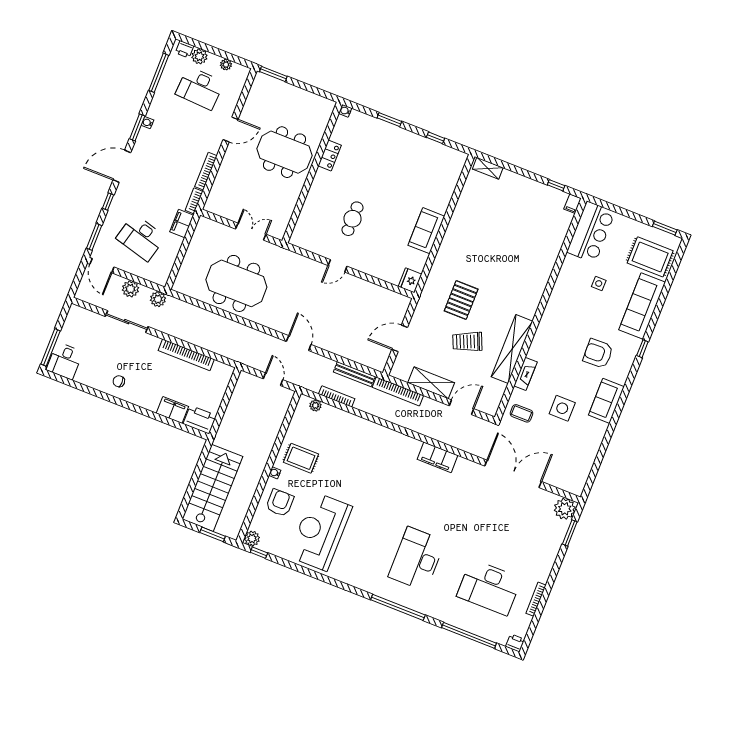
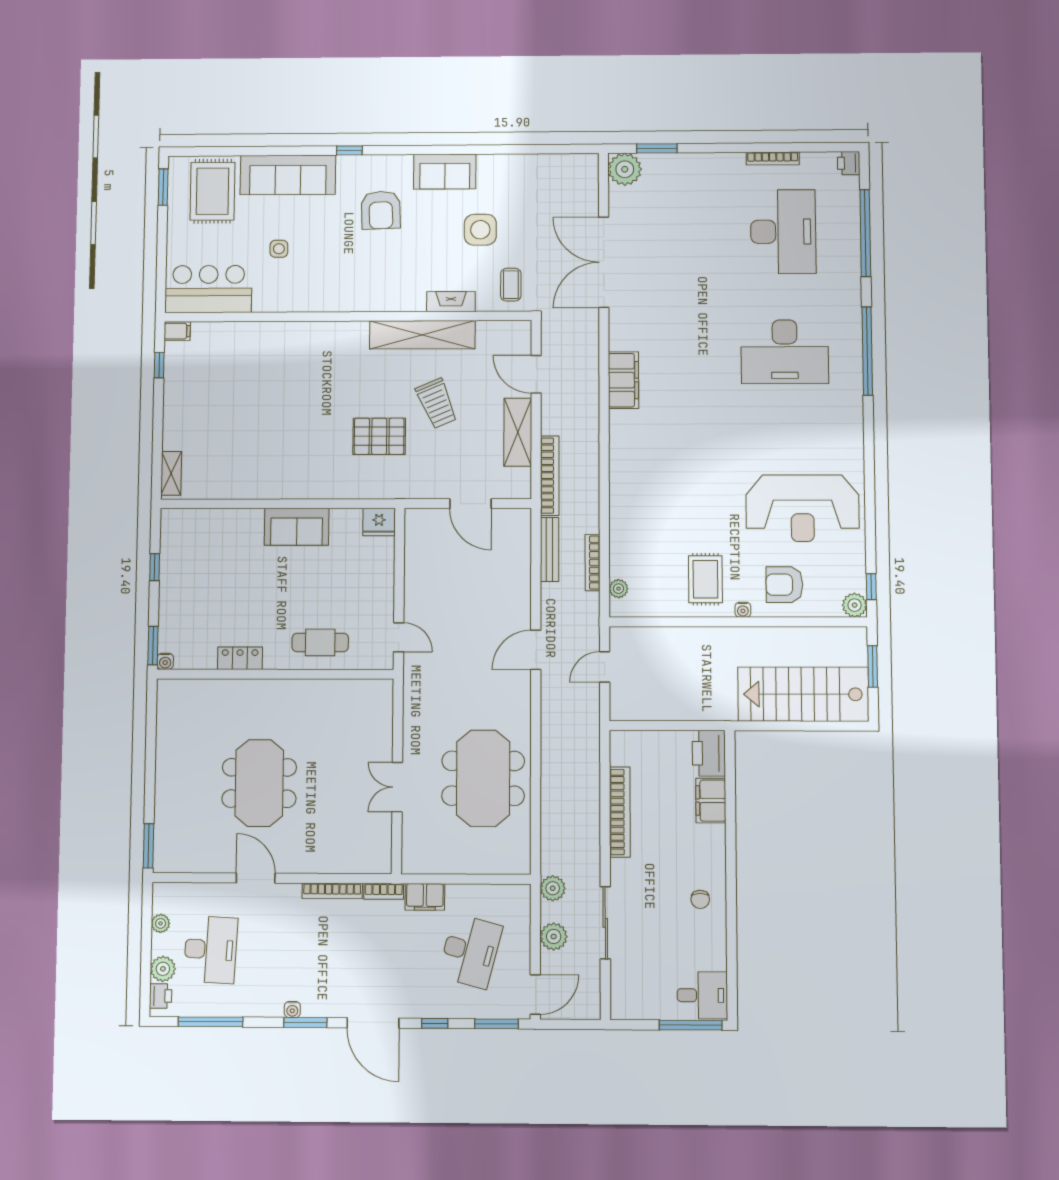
water cooler: (345, 111) -> (165, 661), moved
locker: (330, 155) -> (240, 658), moved
wall: (312, 173) -> (275, 674), moved

